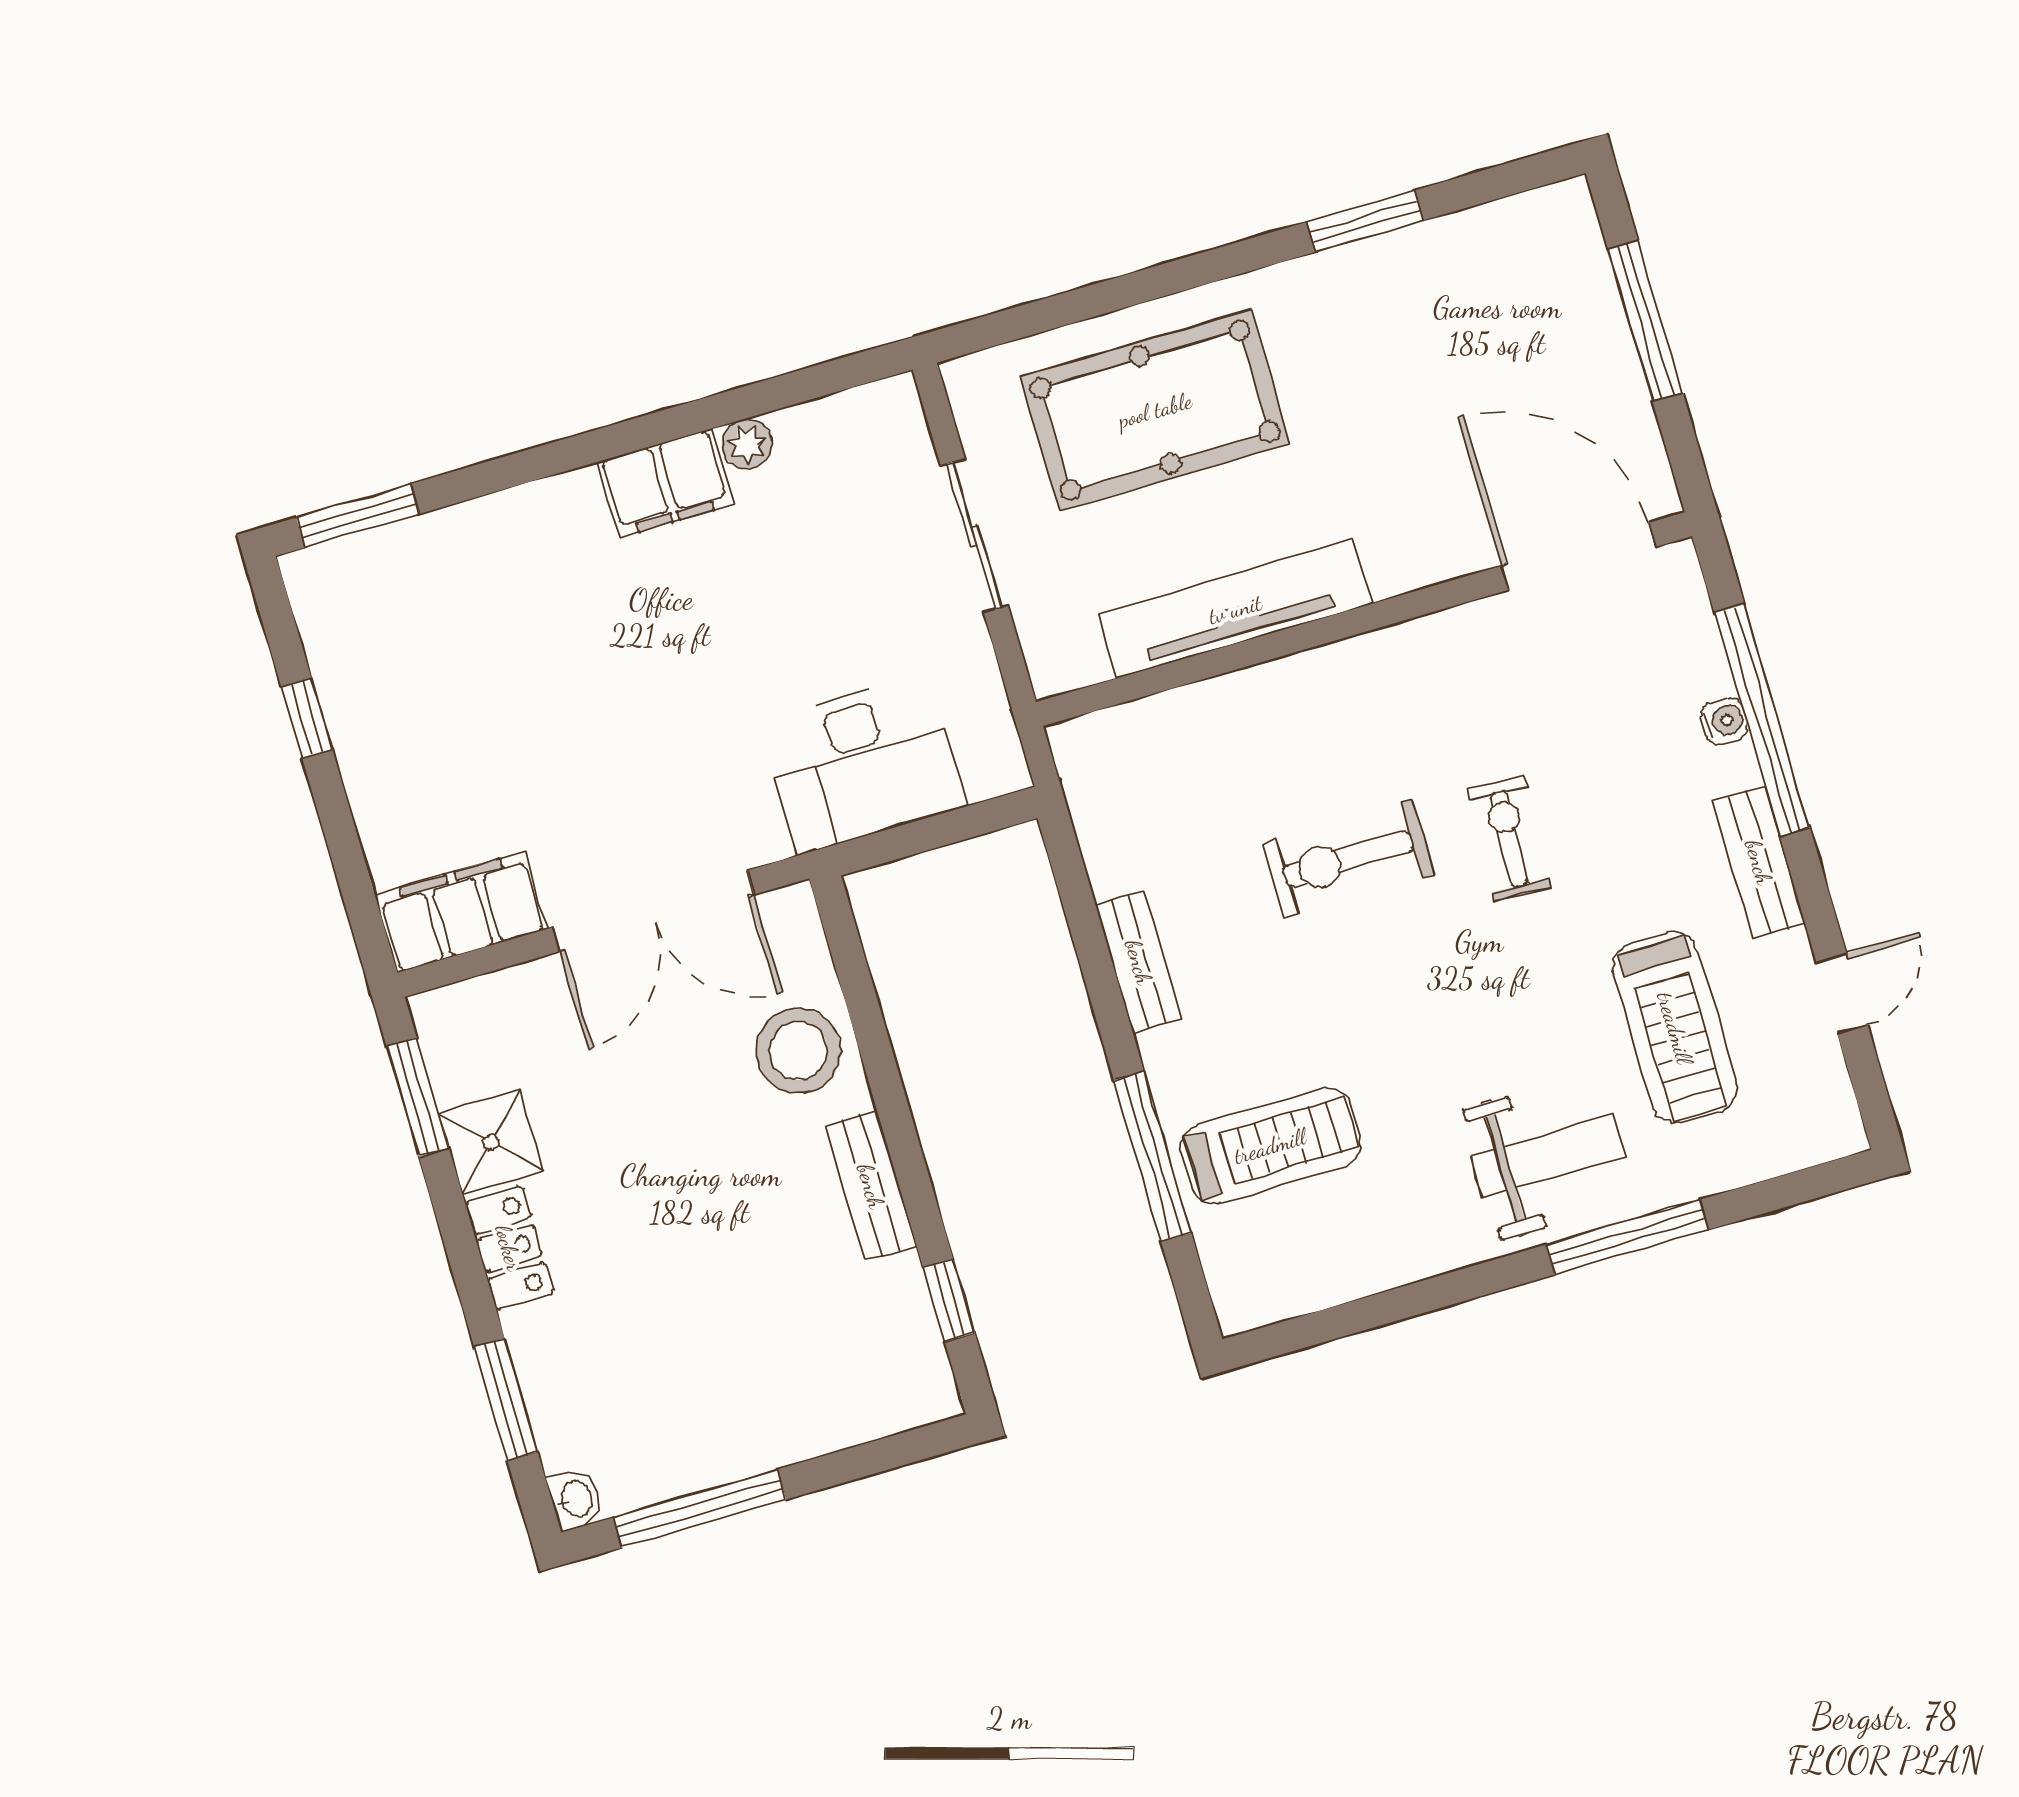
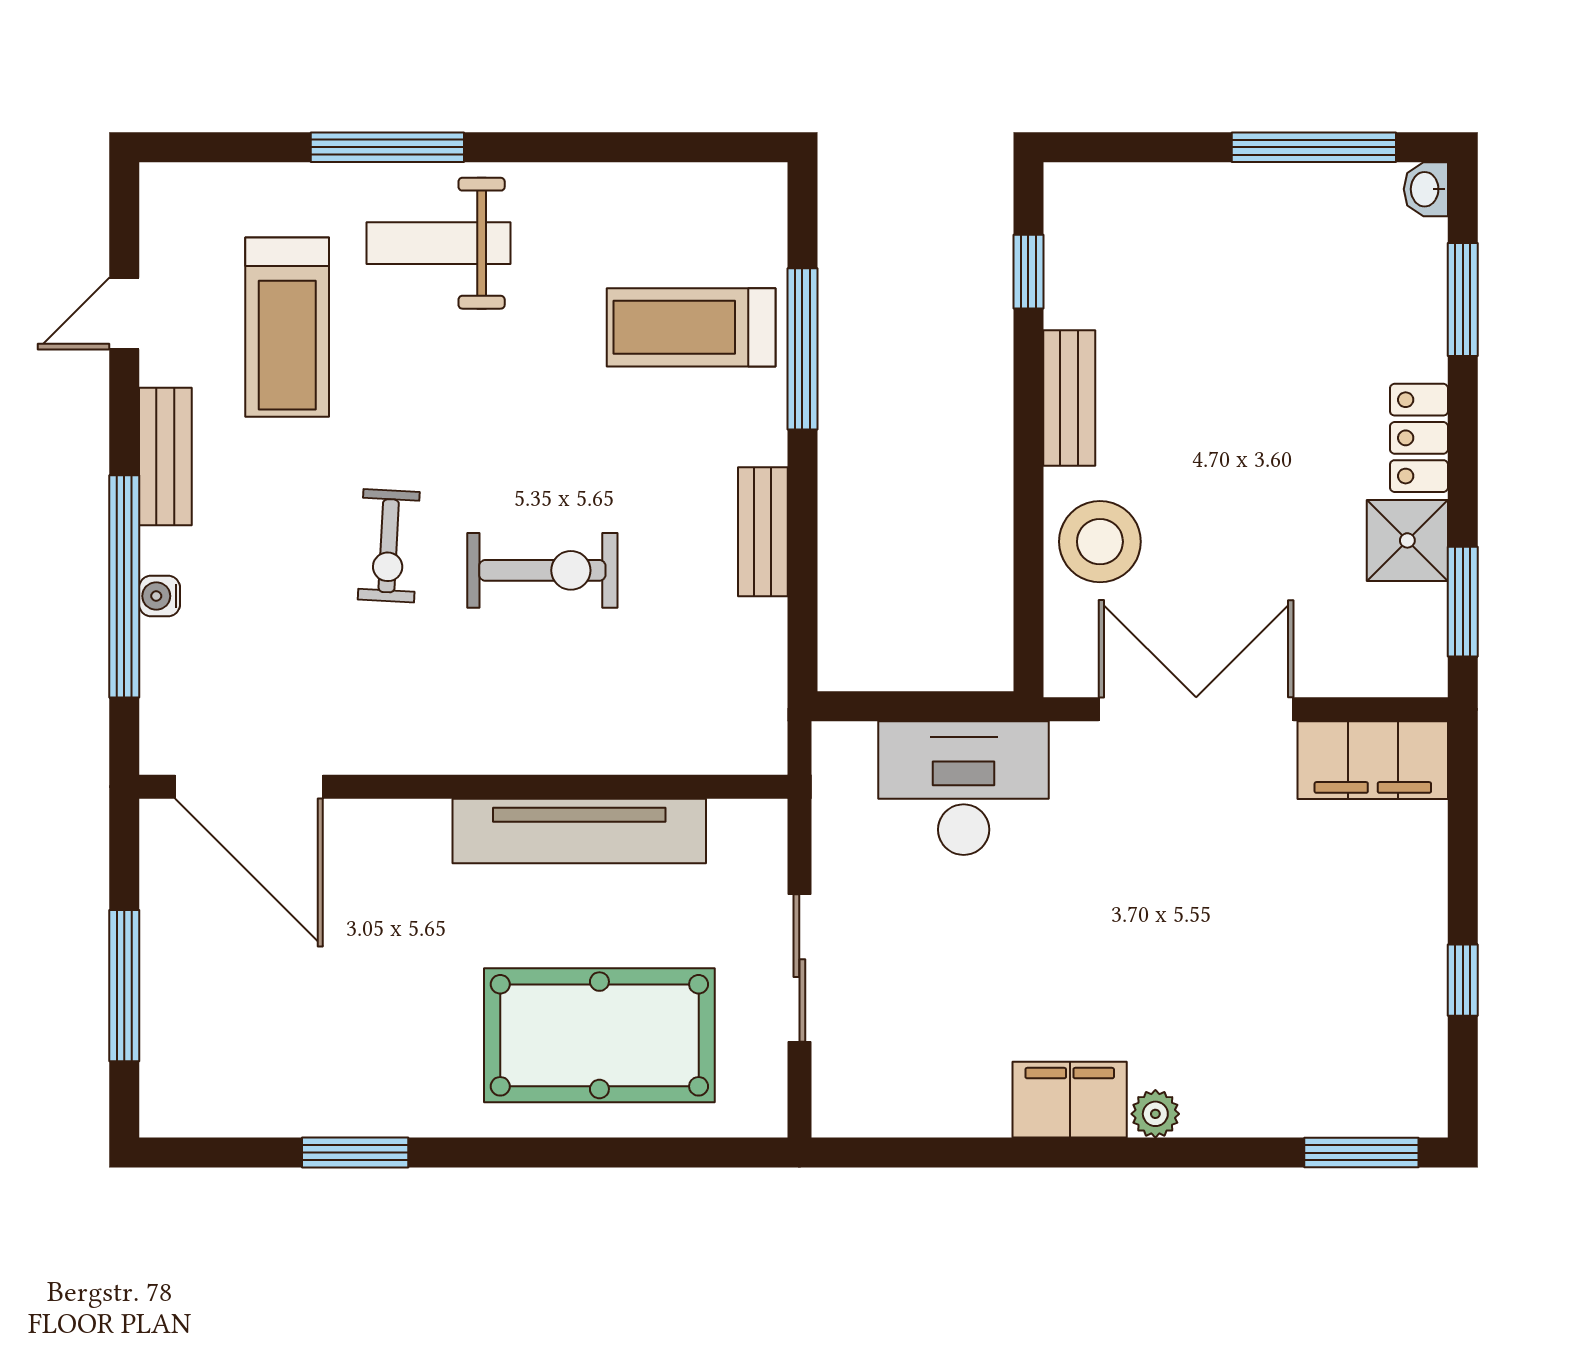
plant: (747, 444) -> (1155, 1114), moved
treadmill: (1675, 1028) -> (287, 327), turned 180

